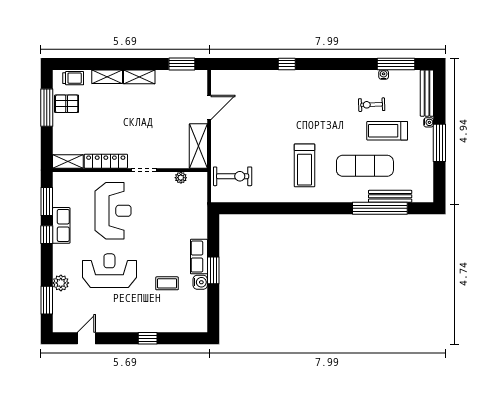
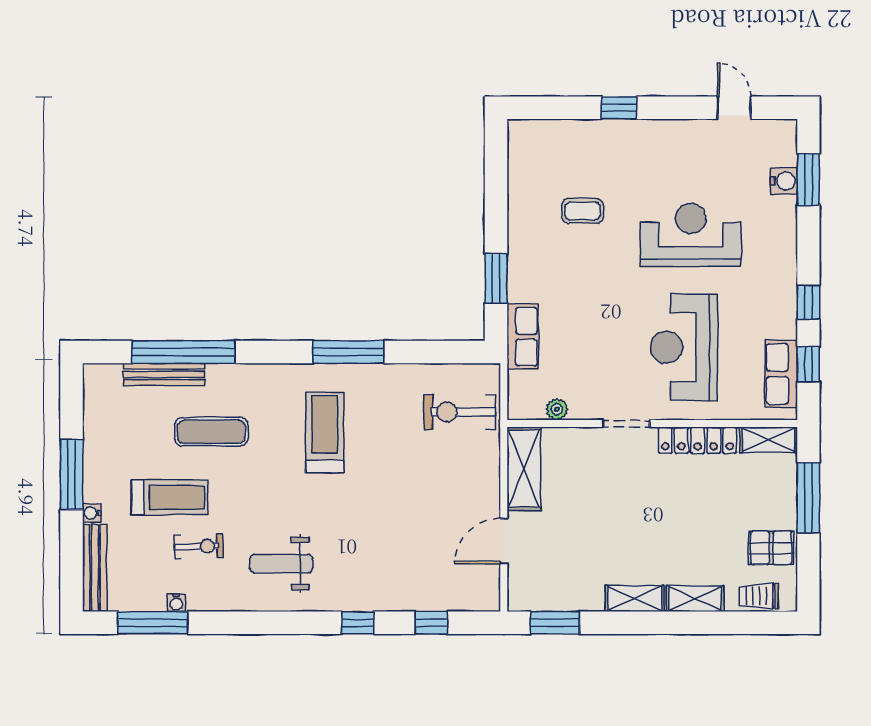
window: (248, 64) -> (431, 623), added
weight bench: (328, 95) -> (281, 564), added
window: (47, 108) -> (808, 498), moved
exercise mat: (365, 166) -> (211, 432), width x0.73, depth x0.69
window: (47, 202) -> (808, 364), width x0.67
window: (292, 208) -> (348, 352), added
row of seats: (61, 225) -> (781, 374), moved
row of seats: (199, 257) -> (523, 337), moved
window: (213, 270) -> (496, 278), moved
reception desk: (109, 271) -> (691, 235), turned 180
water cooler: (200, 282) -> (784, 181), moved, turned 180
plant: (61, 283) -> (782, 212), removed
door: (86, 338) -> (734, 108), swing flipped

